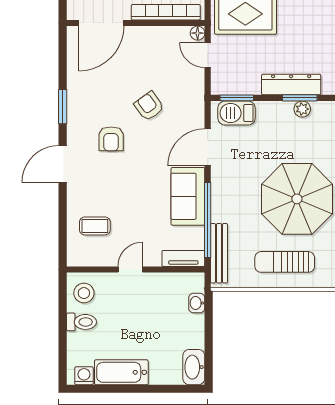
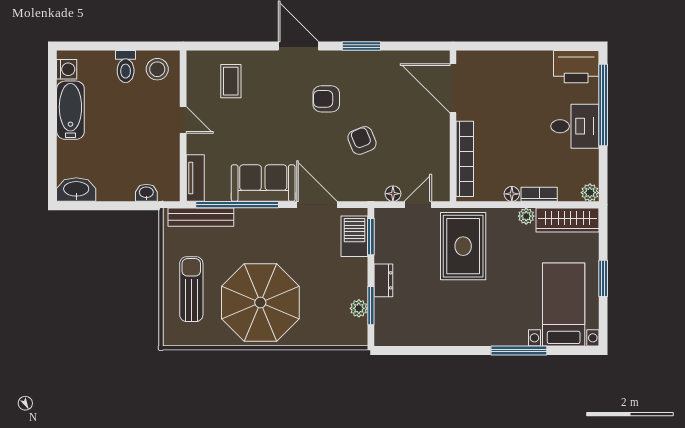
floor lamp: (198, 33) -> (393, 194), moved
dresser: (291, 84) -> (383, 280), width x0.51, depth x0.80
armchair: (149, 106) -> (362, 140), turned -76

